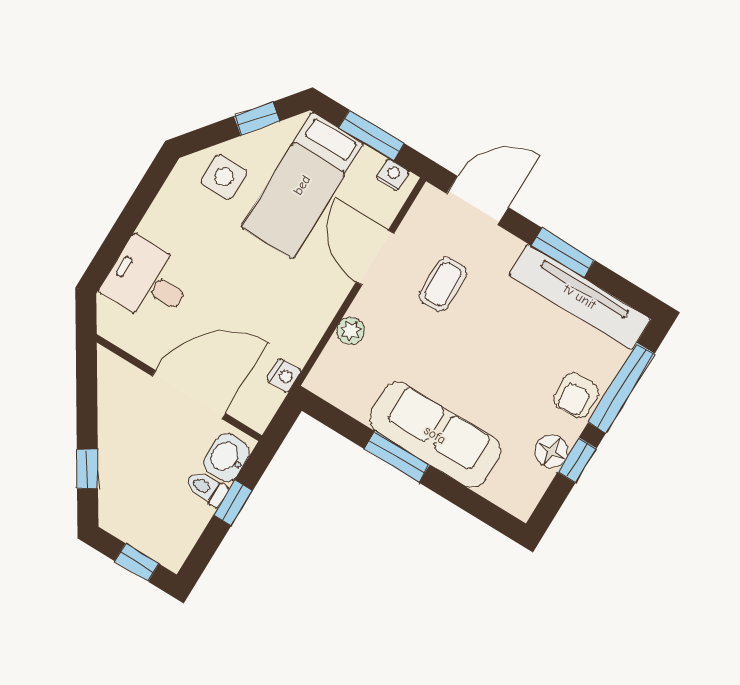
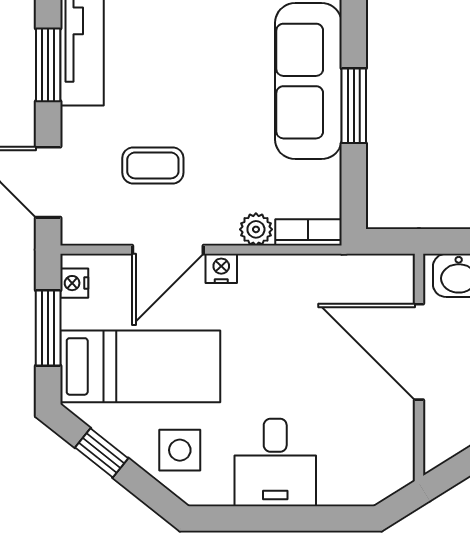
desk: (148, 281) -> (275, 462), moved
bookcase: (325, 367) -> (308, 232), added
nightstand: (284, 375) -> (221, 268), moved

